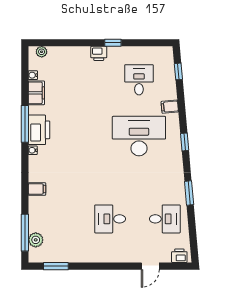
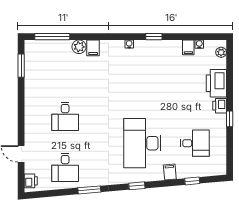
window: (178, 71) -> (192, 181), moved
filing cabinet: (36, 93) -> (188, 47), width x0.50
window: (25, 124) -> (154, 37), width x0.46
printer: (39, 130) -> (216, 83), moved, turned 90
desk: (139, 136) -> (142, 143), turned 180
desk: (110, 219) -> (65, 116), turned 180
plant: (36, 240) -> (79, 47), moved

